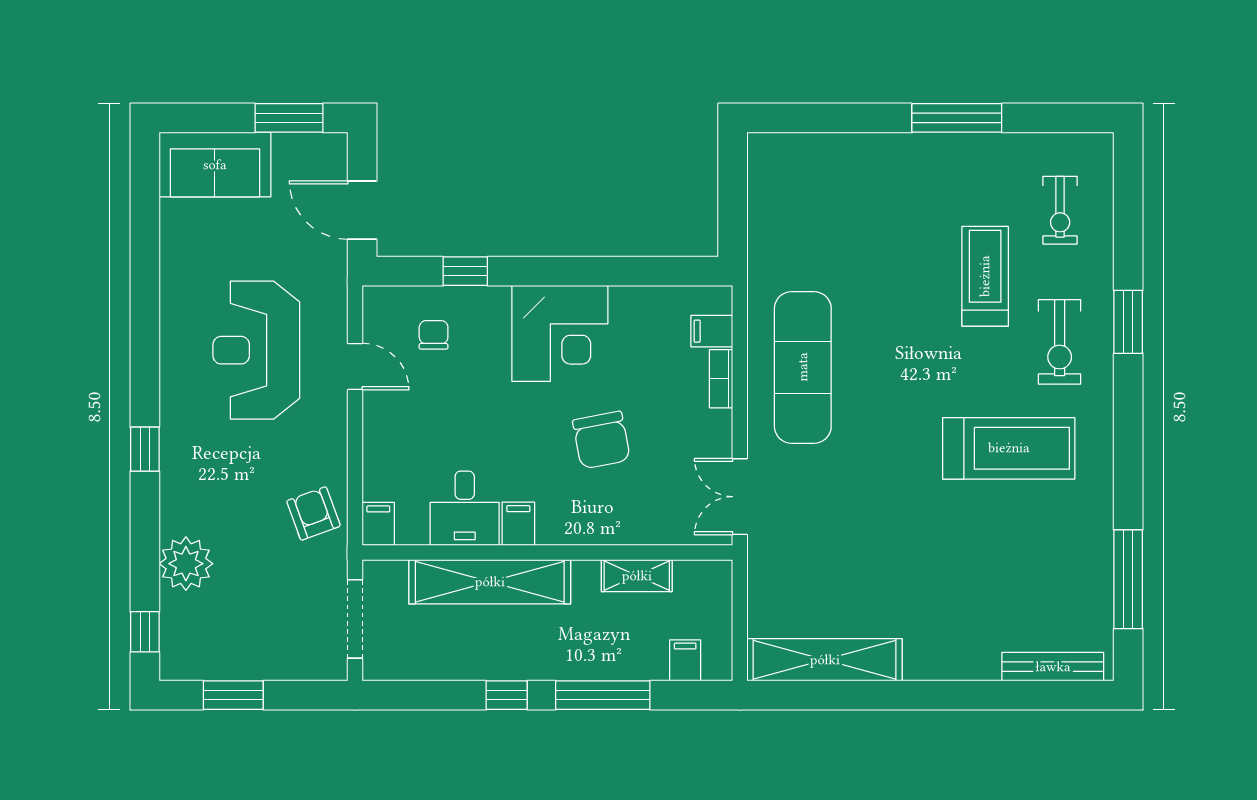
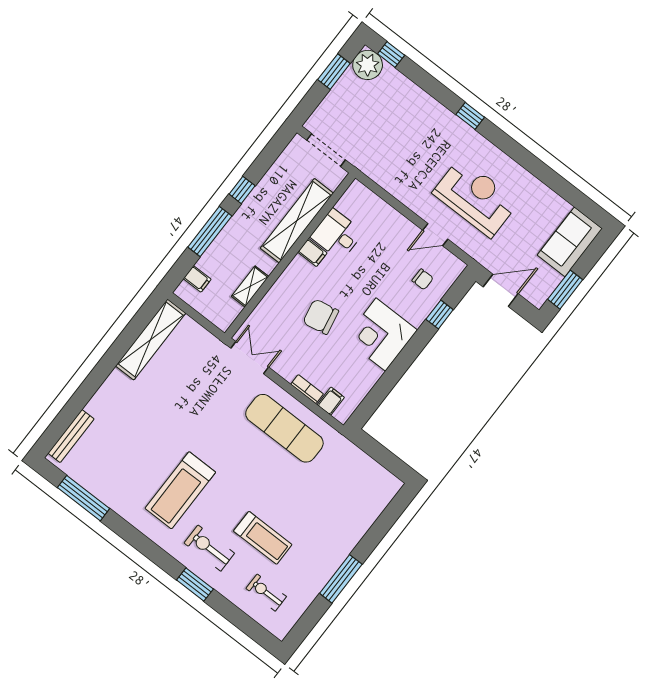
armchair: (313, 513) -> (386, 167), removed
filing cabinet: (378, 524) -> (359, 192), removed
plant: (186, 564) -> (368, 65), moved

